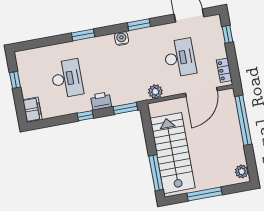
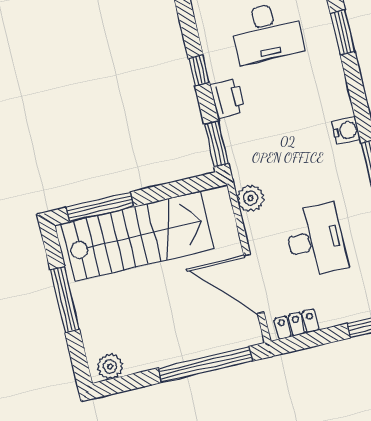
window: (83, 35) -> (343, 32), moved
desk: (180, 58) -> (316, 240), turned -90

